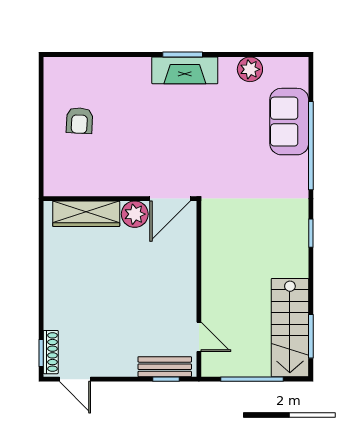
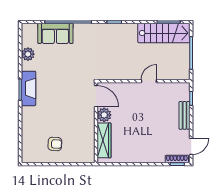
door: (199, 337) -> (149, 81), moved
bench: (165, 367) -> (185, 115), moved

